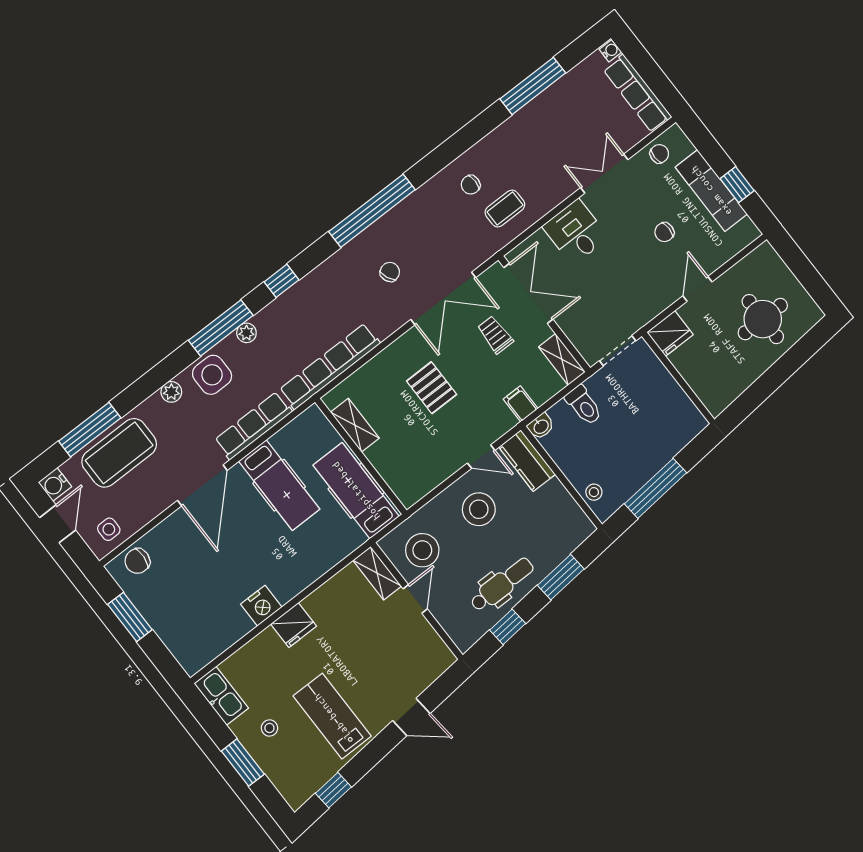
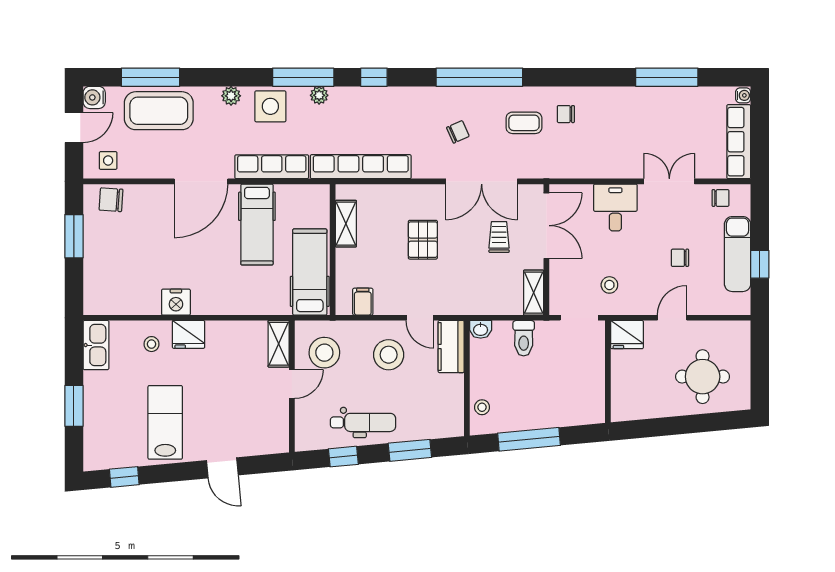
coffee table: (505, 209) -> (524, 123), moved
stool: (622, 302) -> (609, 285), added
filing cabinet: (521, 404) -> (363, 302), moved
stool: (269, 728) -> (152, 344), moved

